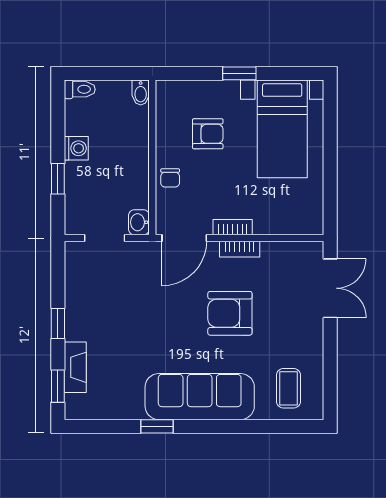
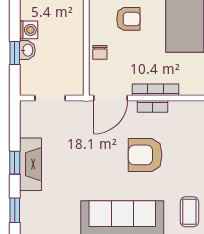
washbasin: (139, 222) -> (27, 50), moved, turned 180
bookcase: (233, 227) -> (156, 90), width x1.56
fireplace: (75, 367) -> (30, 164), moved, width x1.37, depth x1.32

